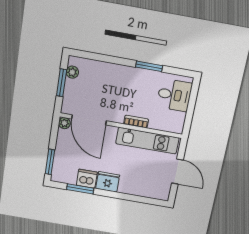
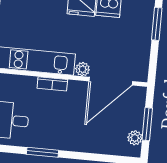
door: (89, 120) -> (111, 81), swing flipped
plant: (64, 123) -> (83, 69), moved

